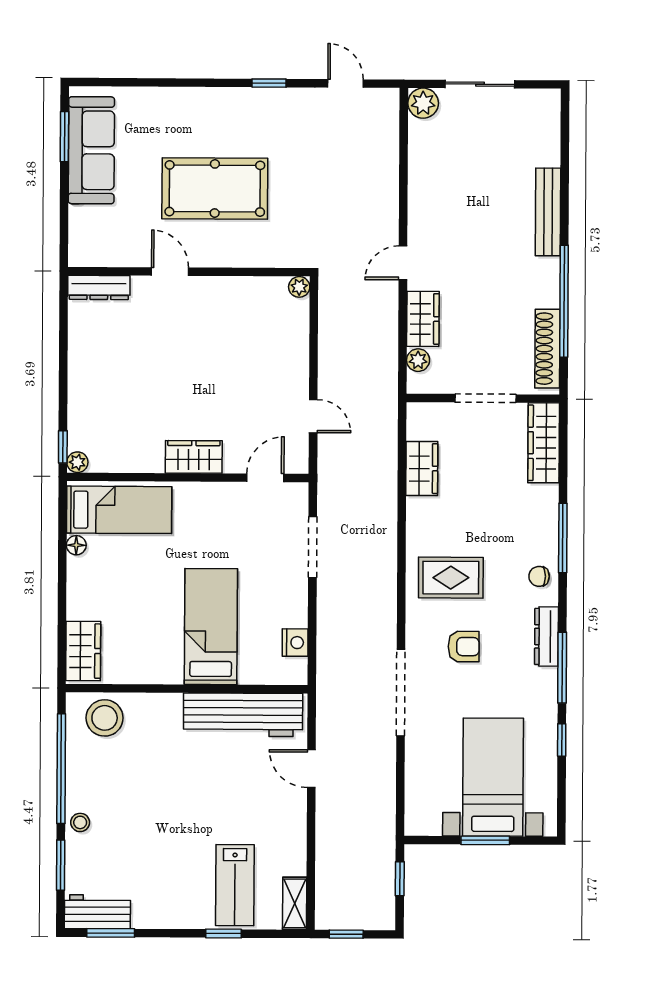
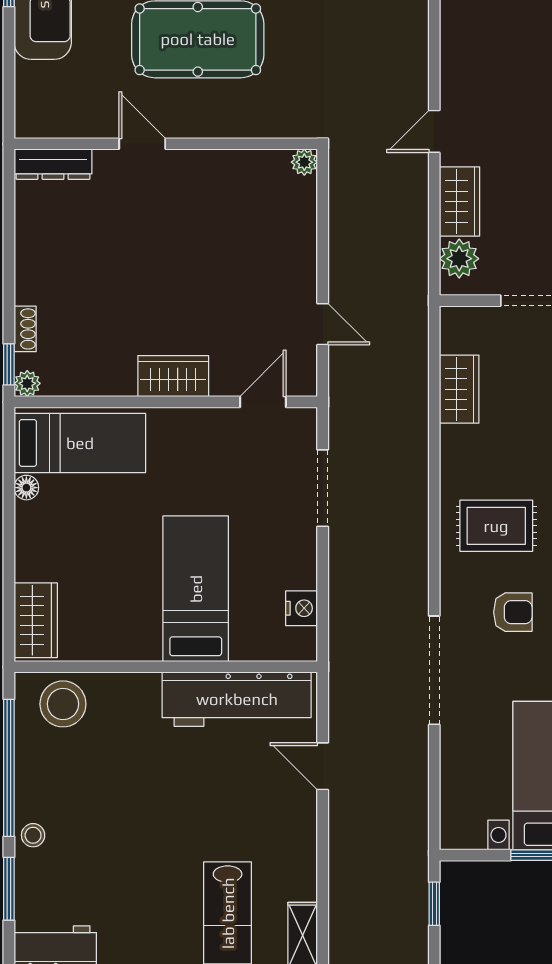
plant: (418, 360) -> (459, 259), width x1.38, depth x1.38
shoe rack: (76, 419) -> (25, 329), added

